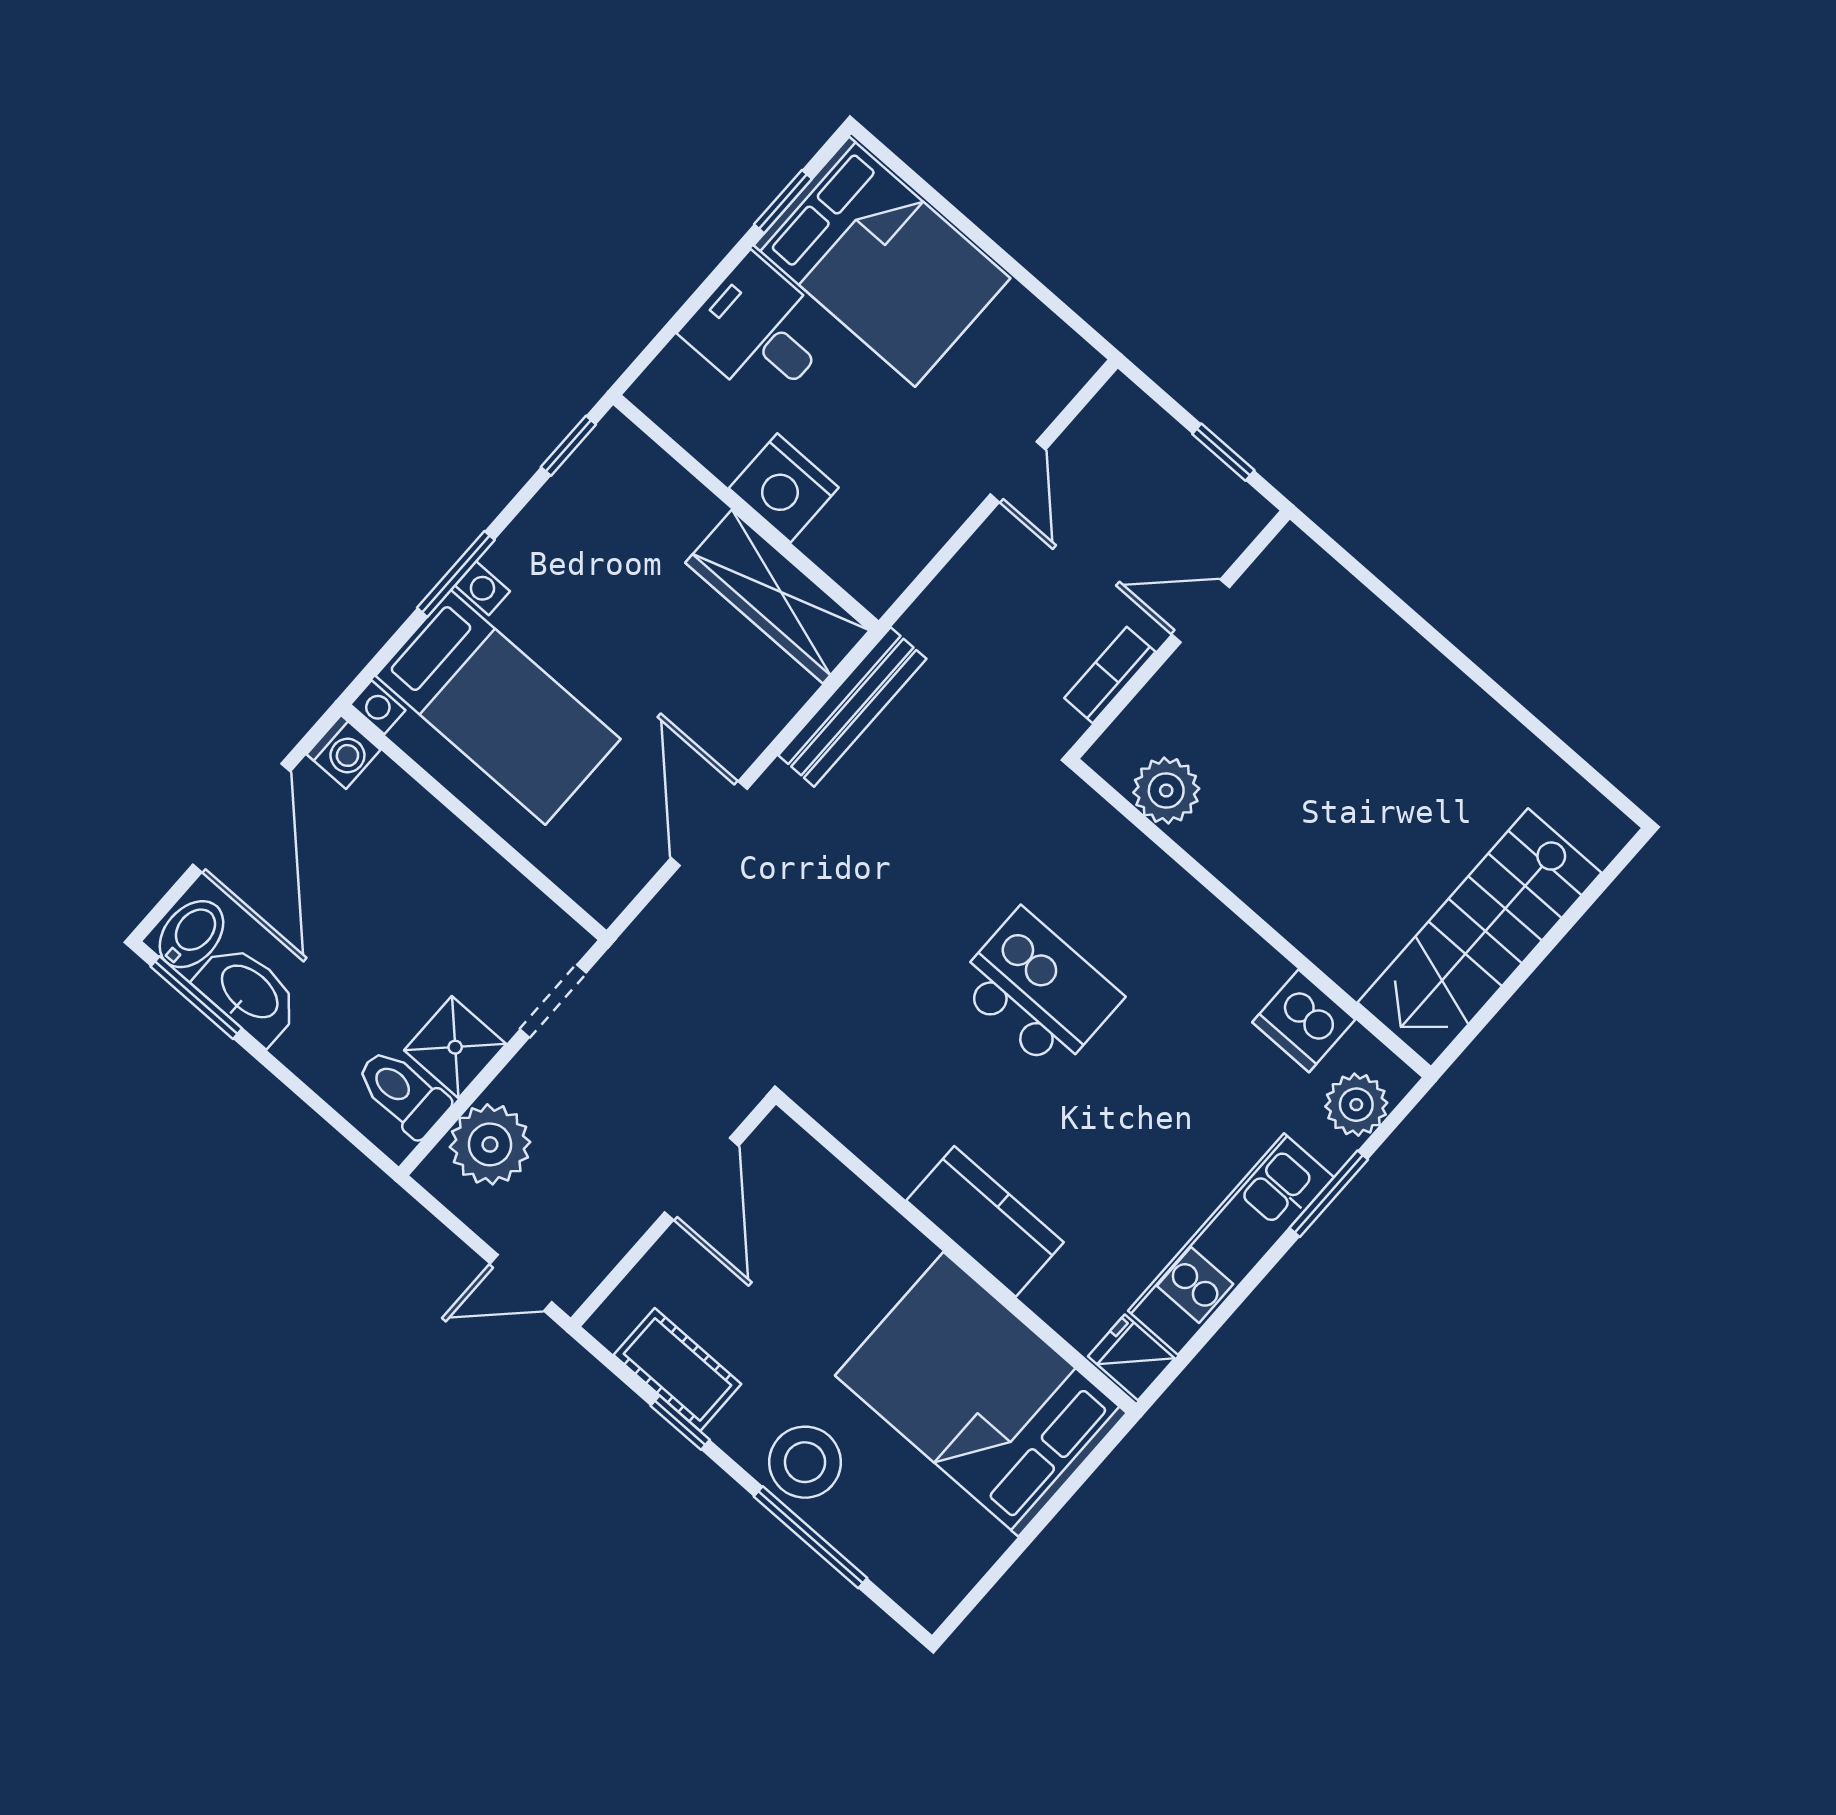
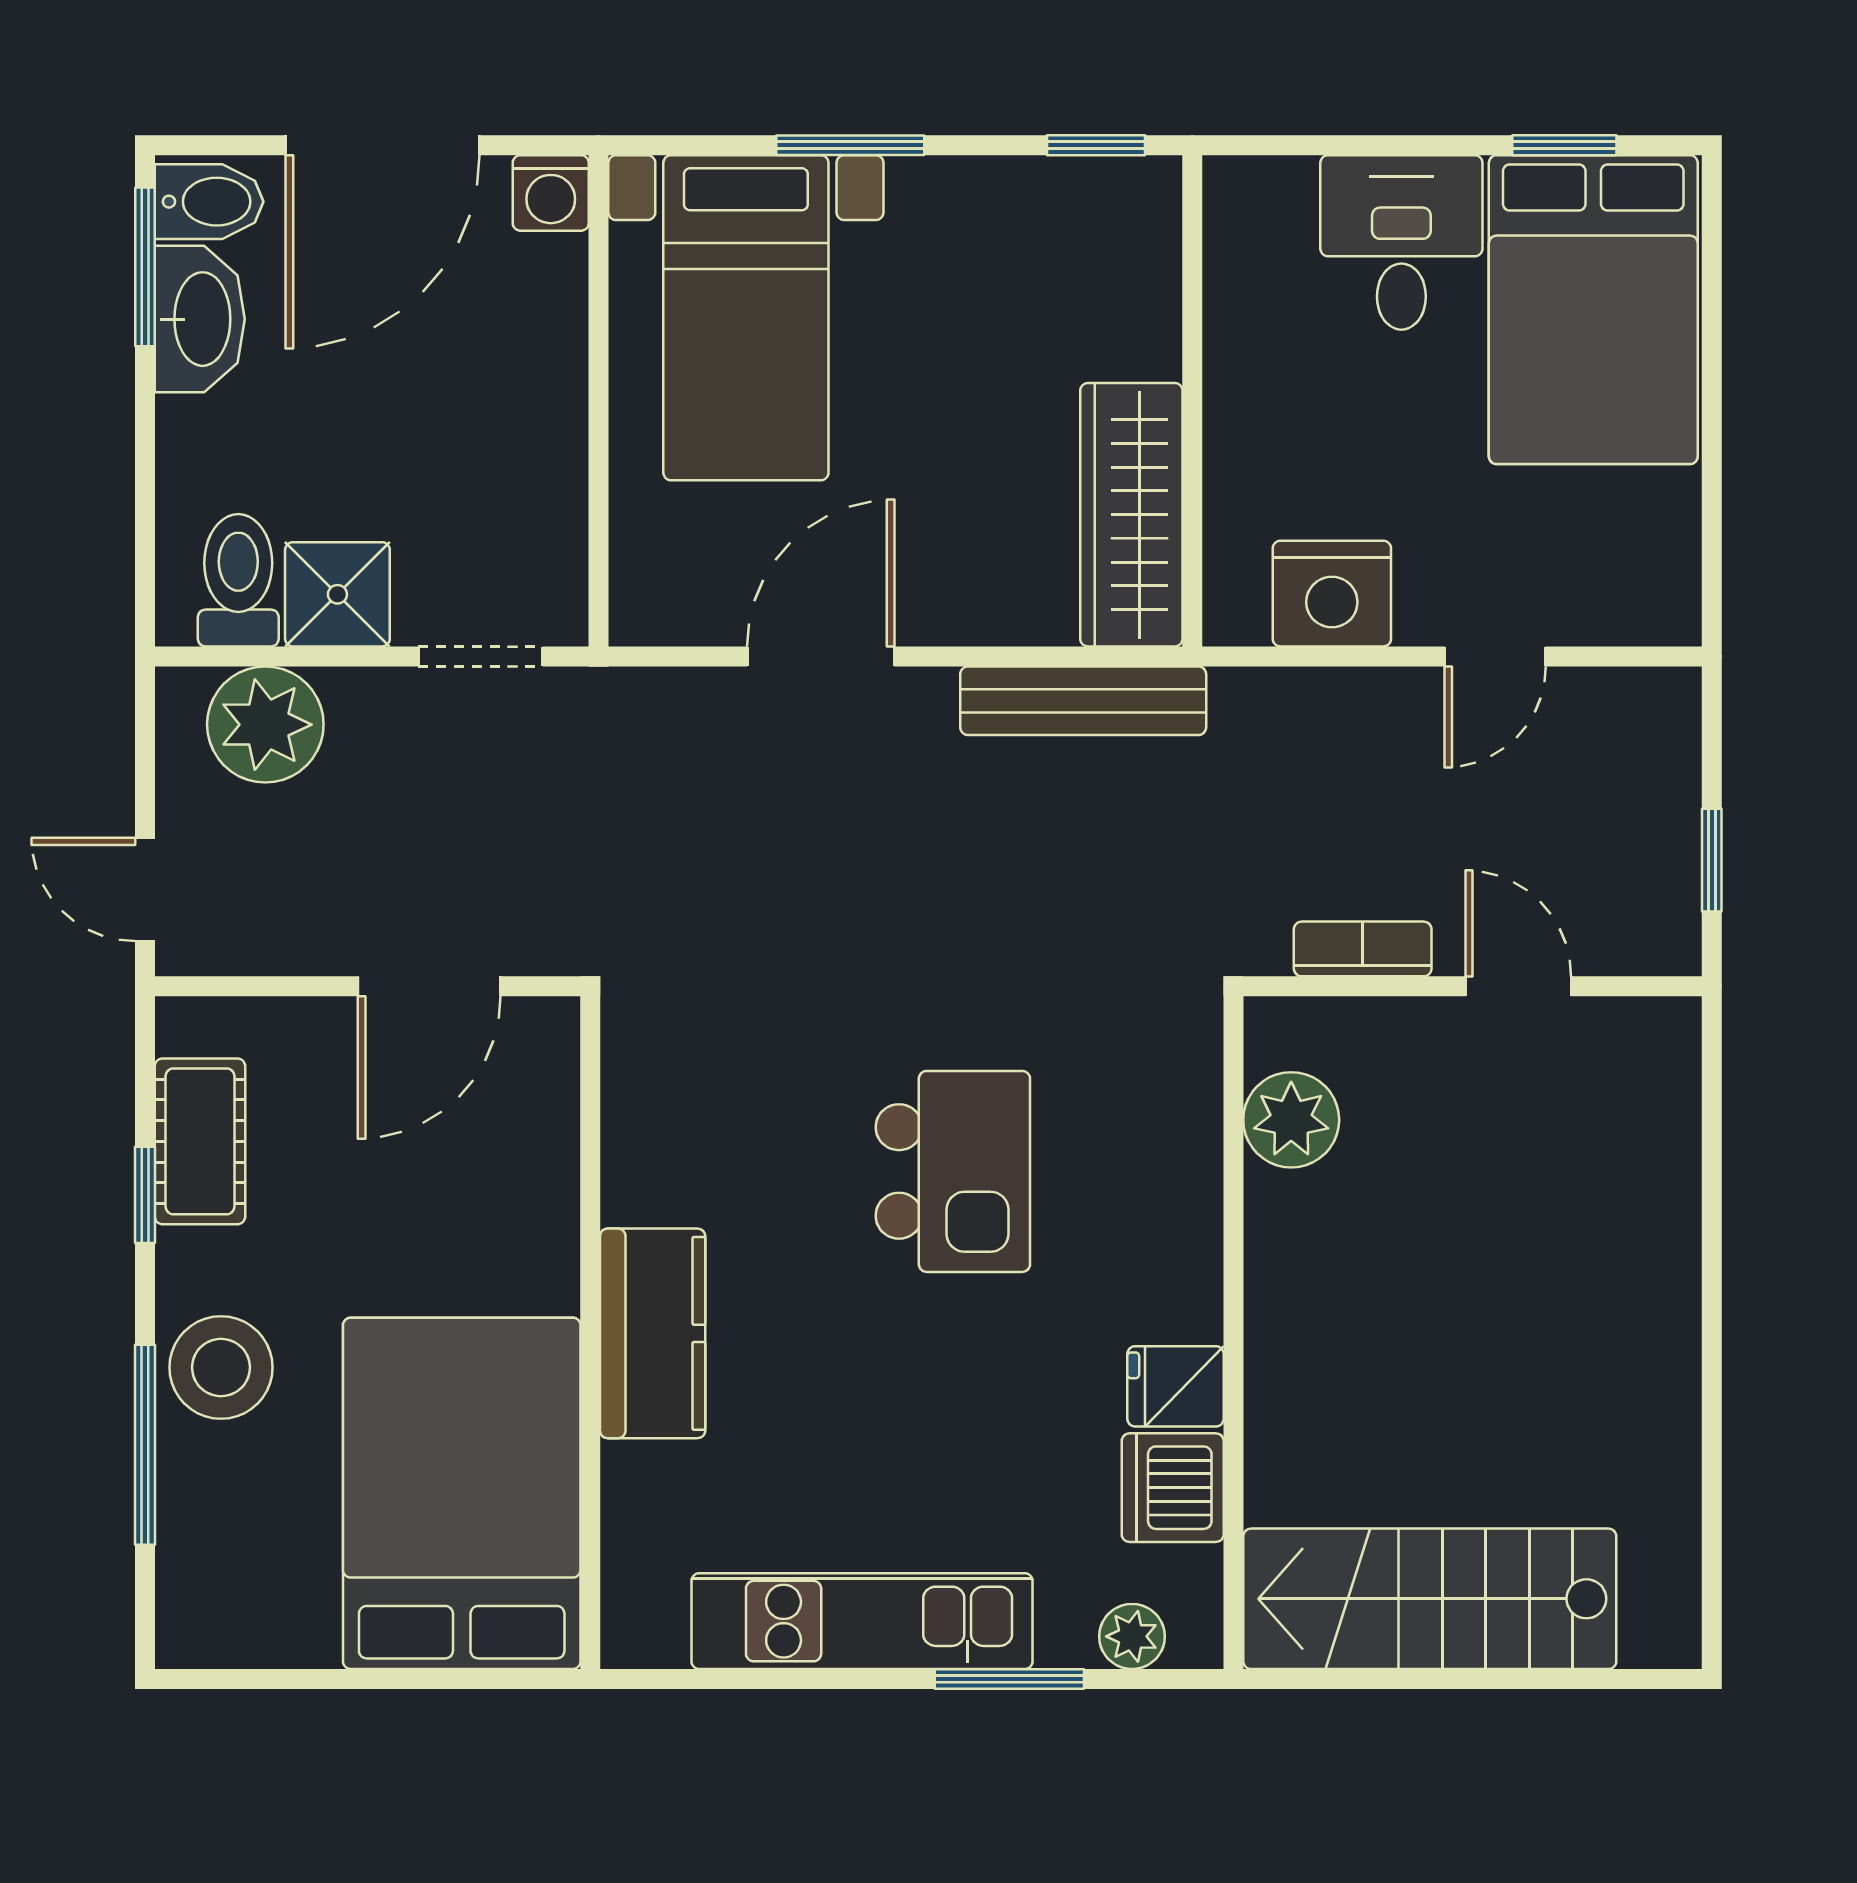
nightstand: (784, 488) -> (1332, 594), moved, turned -90
plant: (1356, 1105) -> (1132, 1636), width x0.73, depth x0.73
fridge: (1131, 1357) -> (1176, 1386), moved, turned -90

